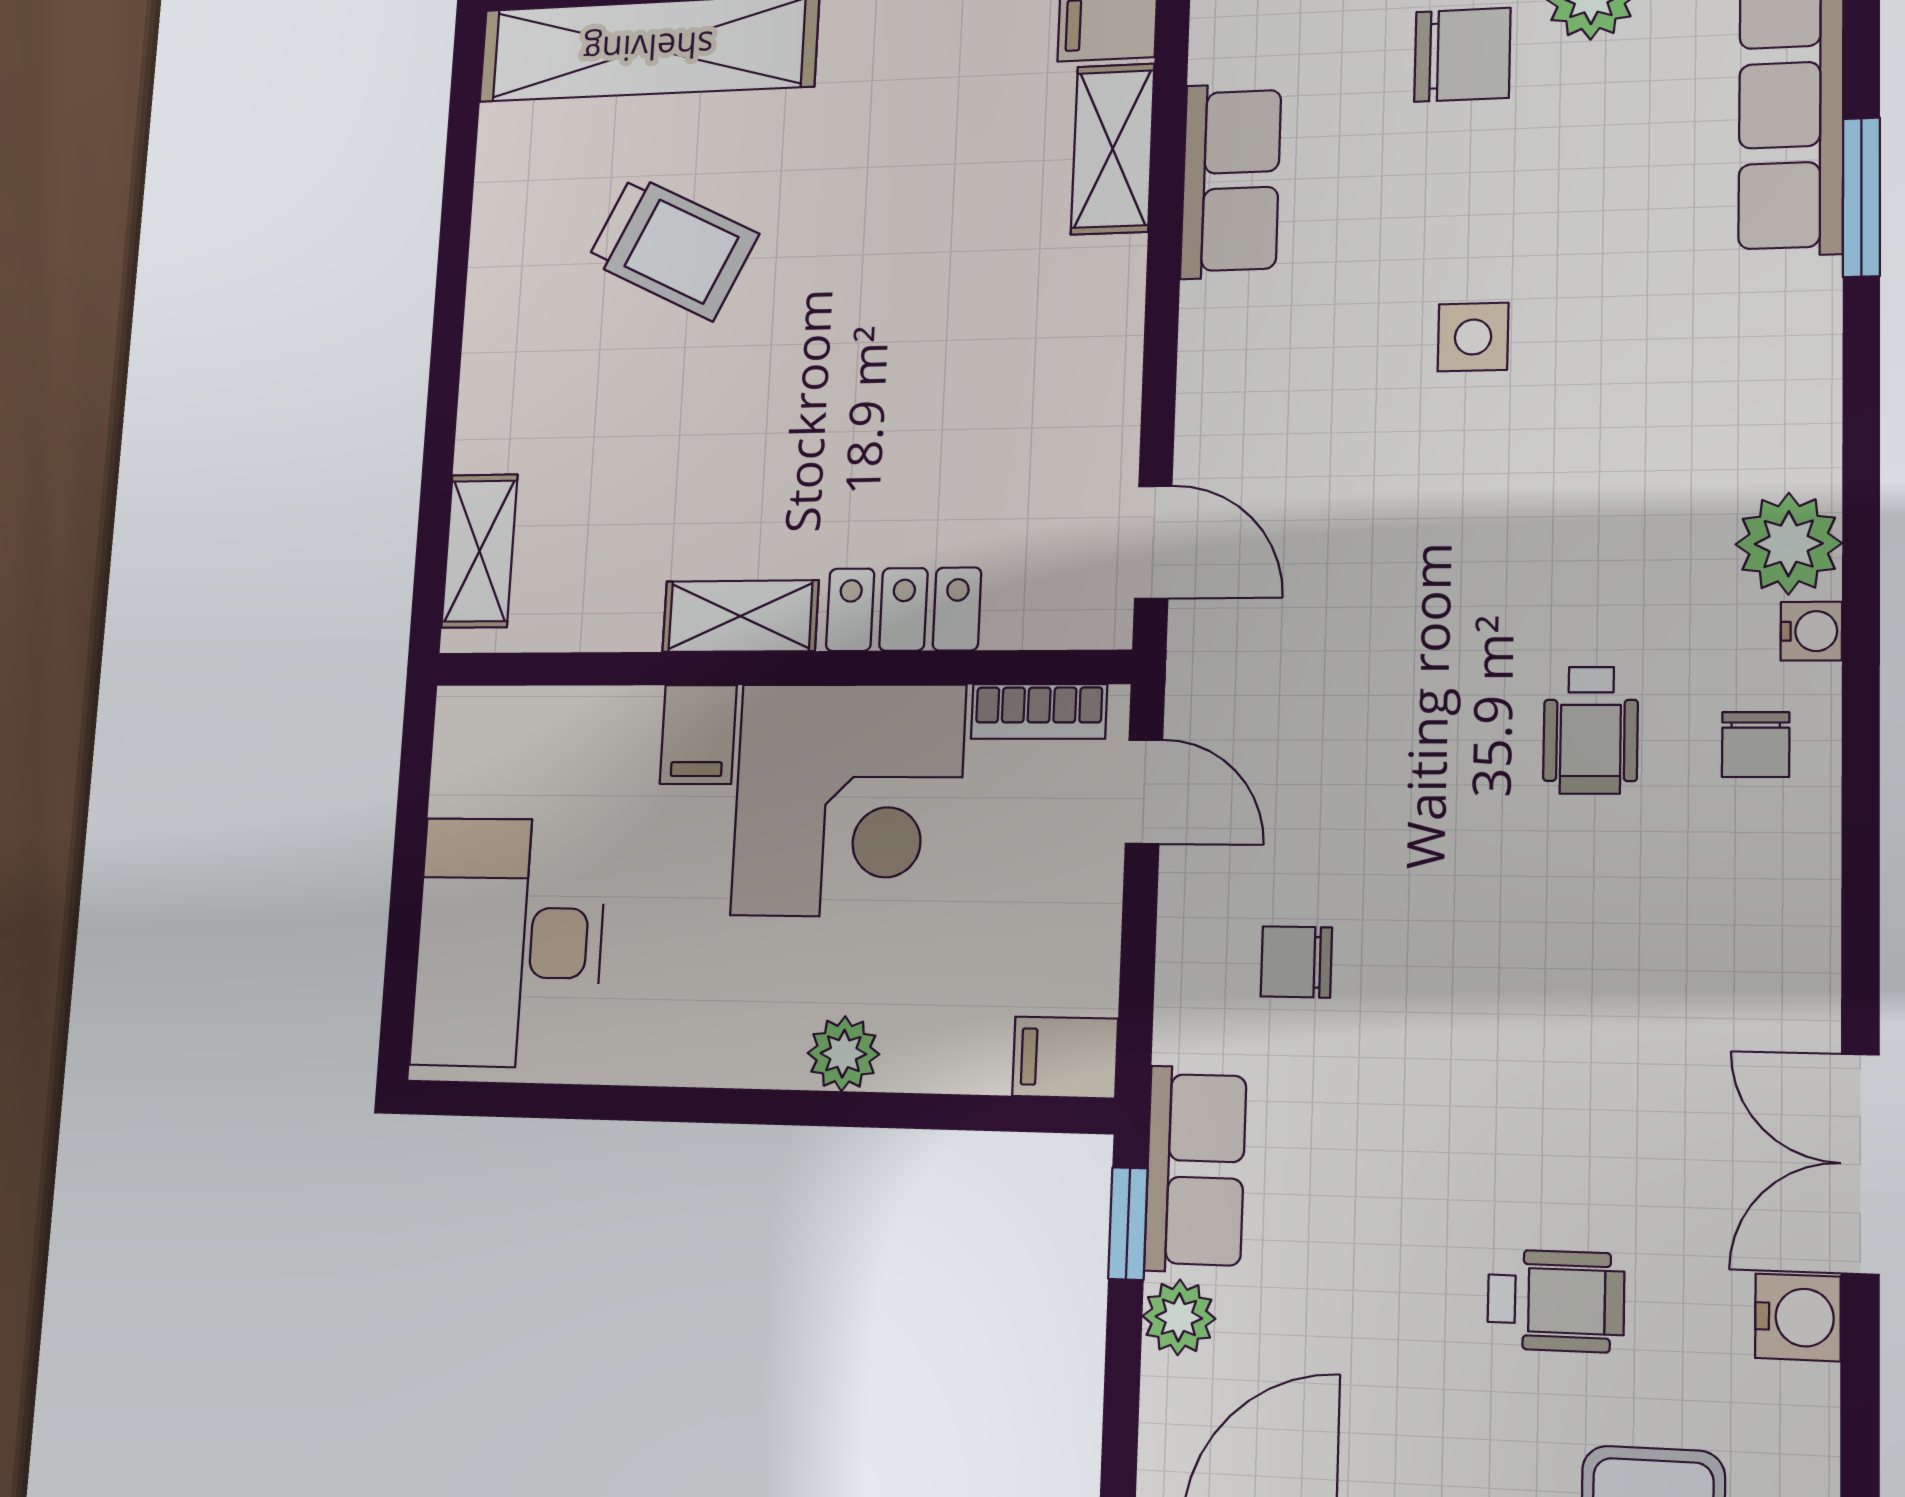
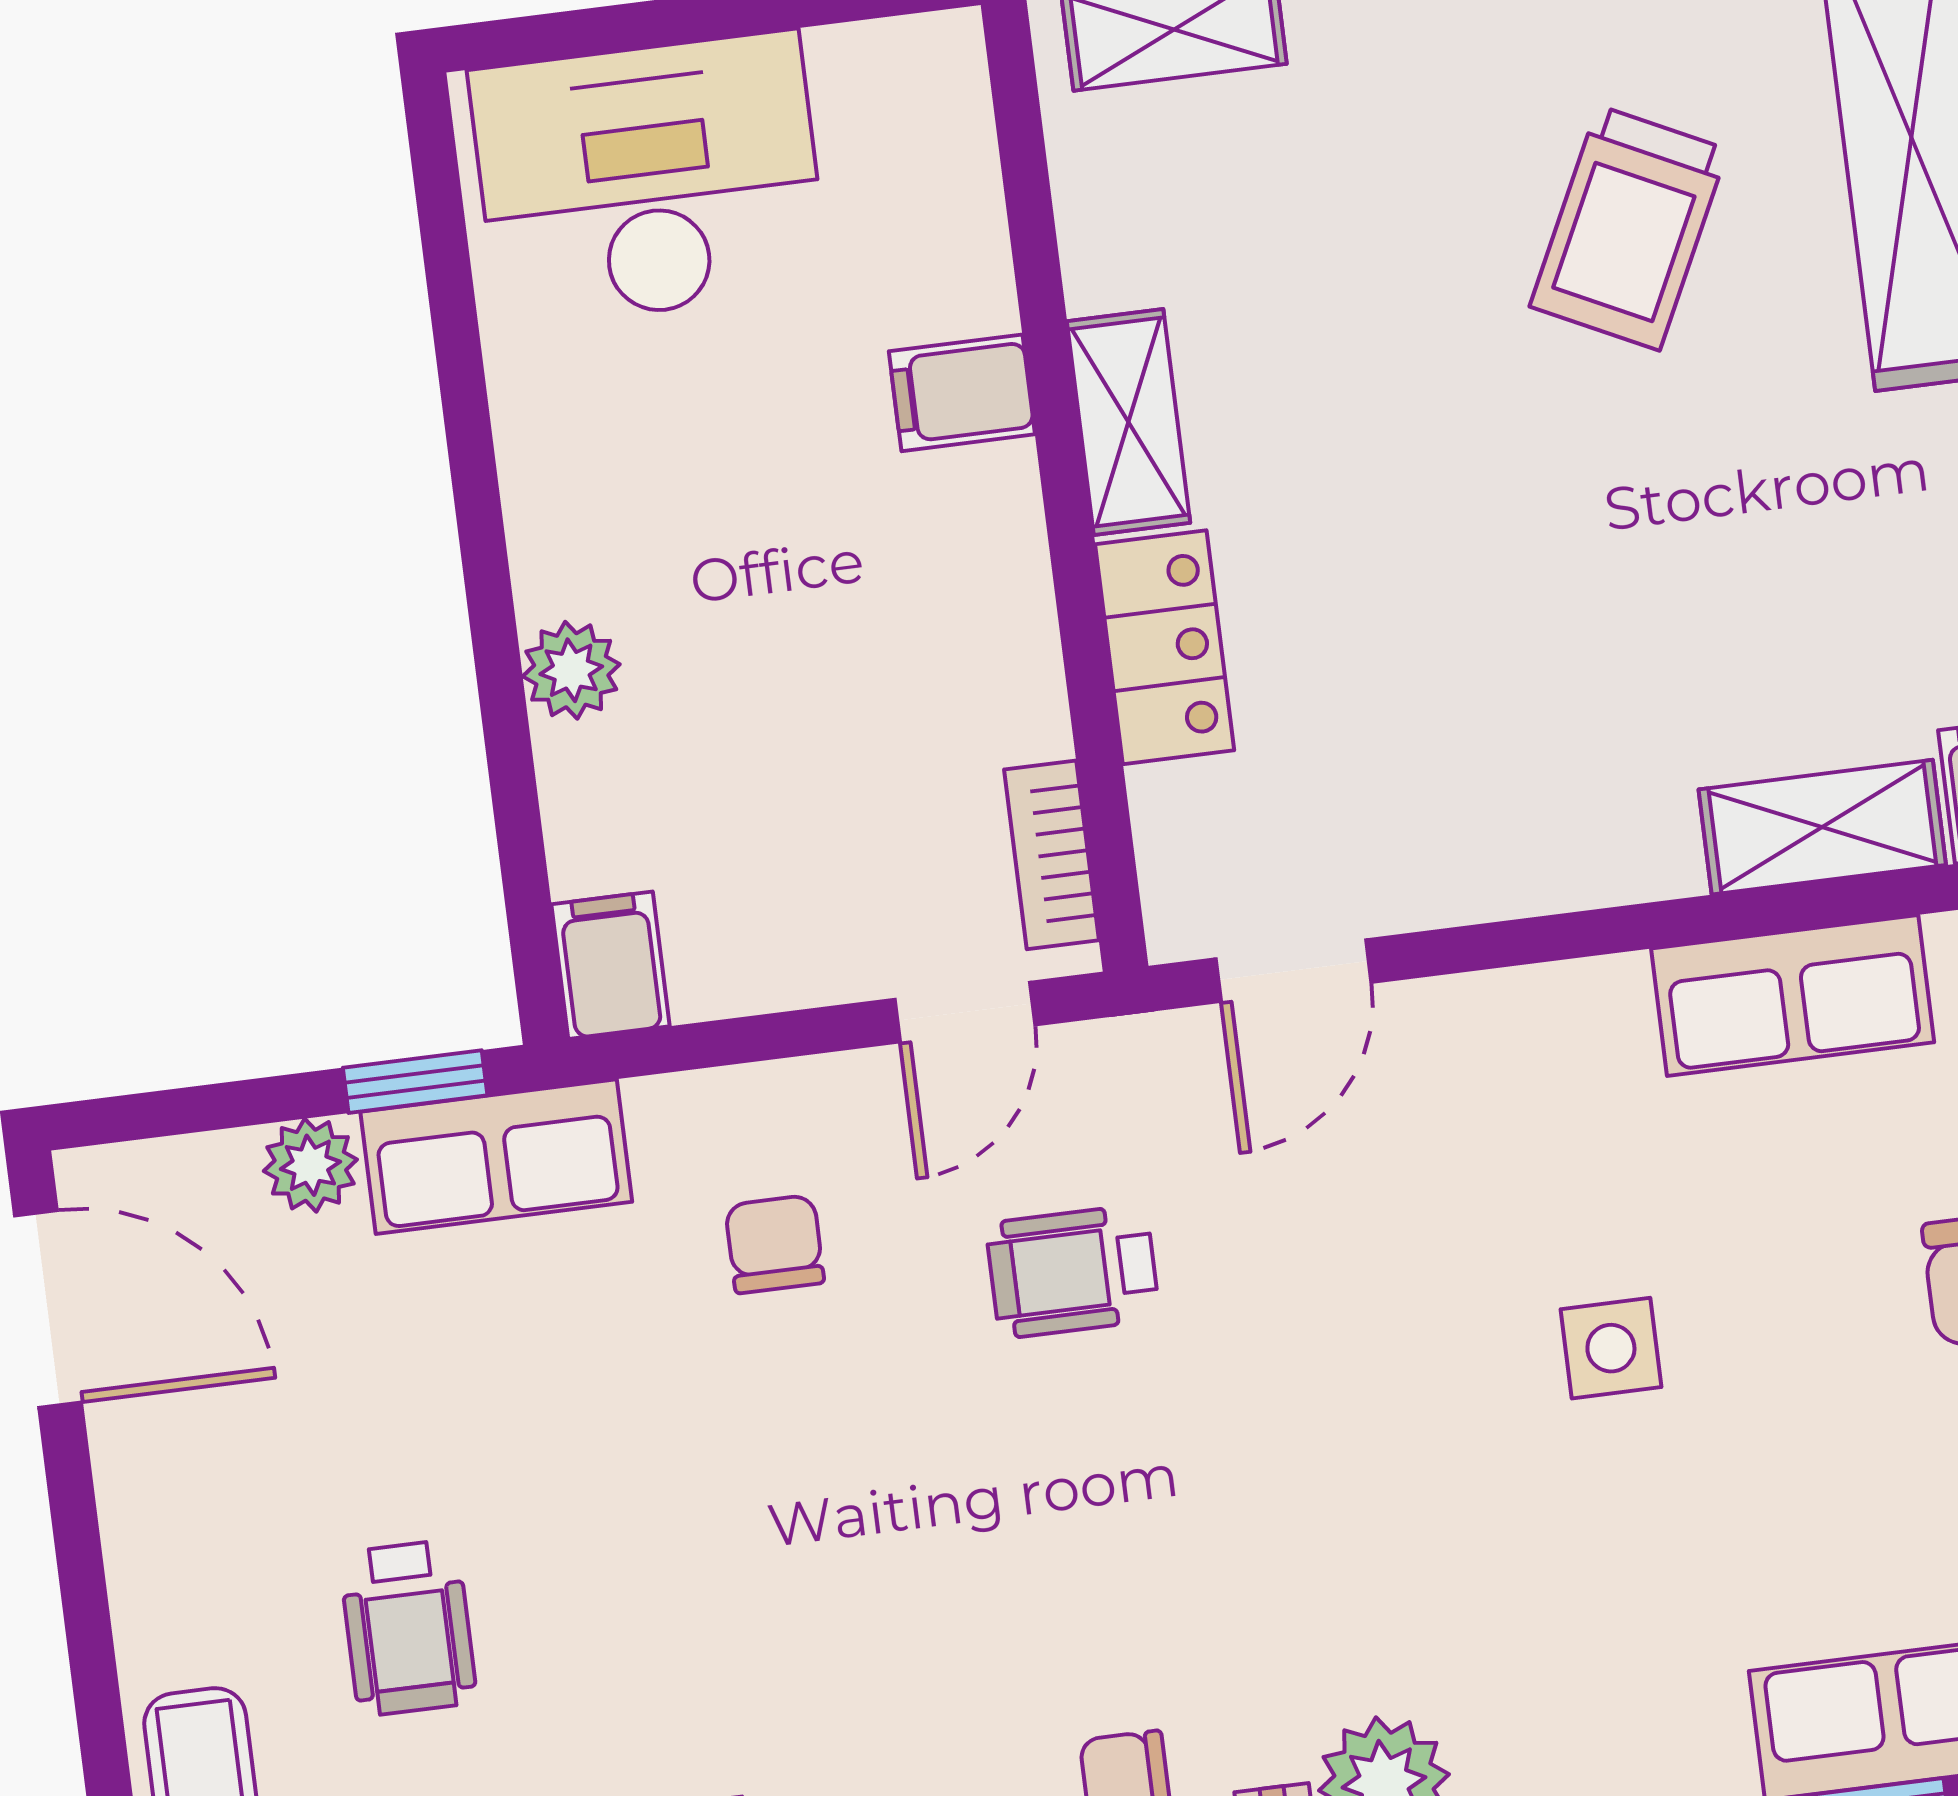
wheelchair: (1591, 730) -> (1073, 1271), moved
corner desk: (848, 800) -> (902, 617), removed

